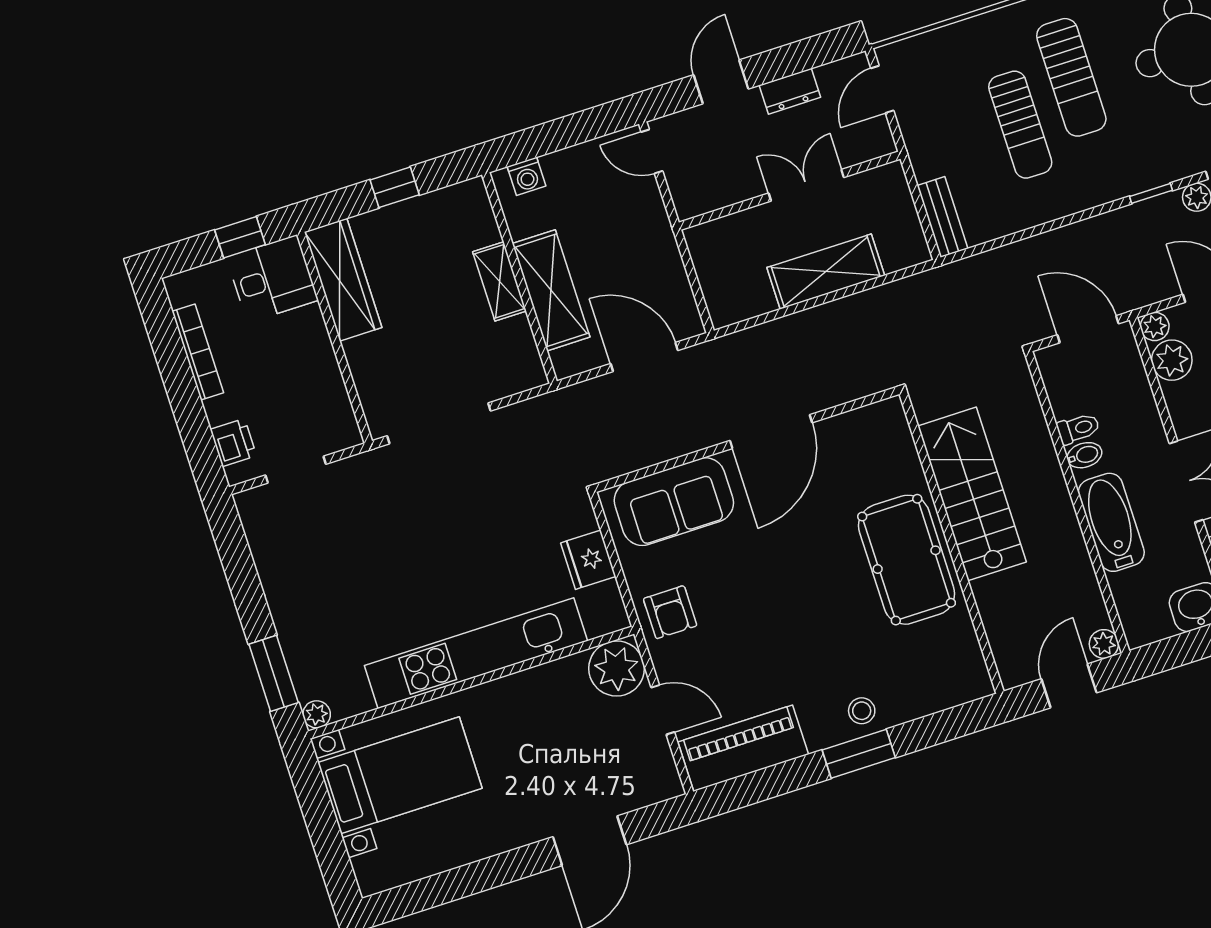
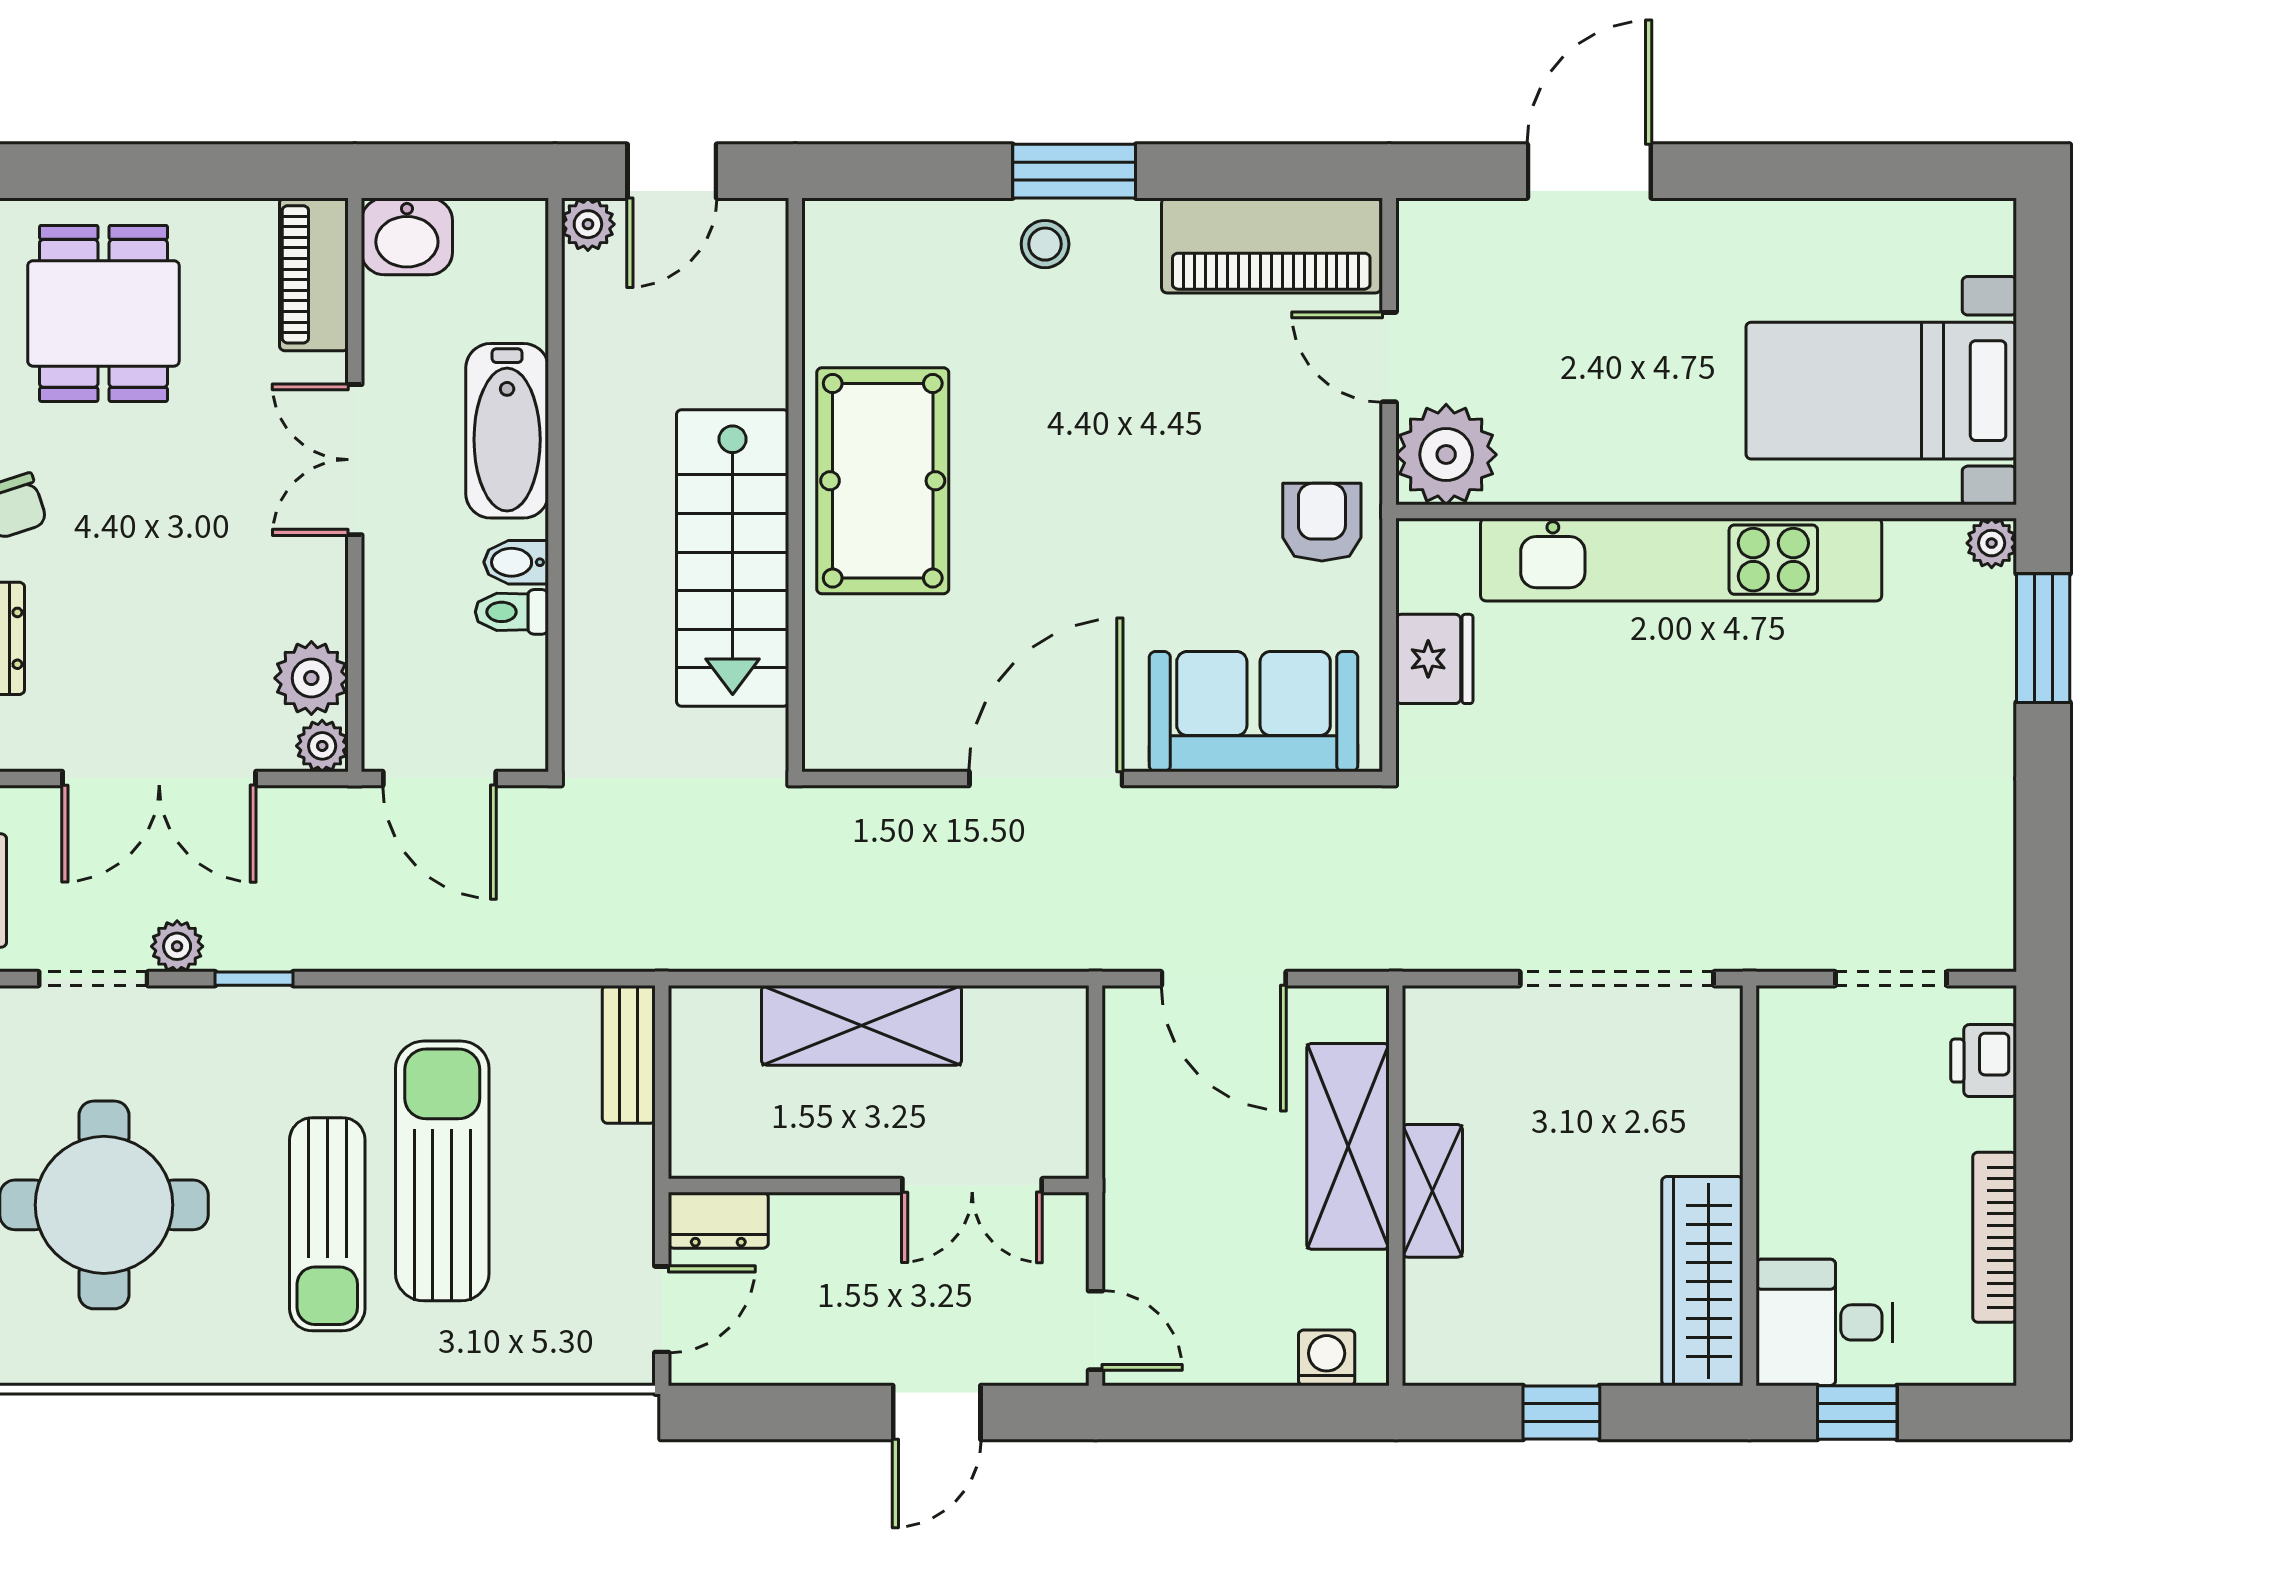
sun lounger: (1071, 77) -> (327, 1224), turned 180
dresser: (790, 91) -> (718, 1220), moved, turned 180
sun lounger: (1020, 125) -> (442, 1171), width x1.36, depth x1.34
double door: (806, 185) -> (972, 1186), moved

